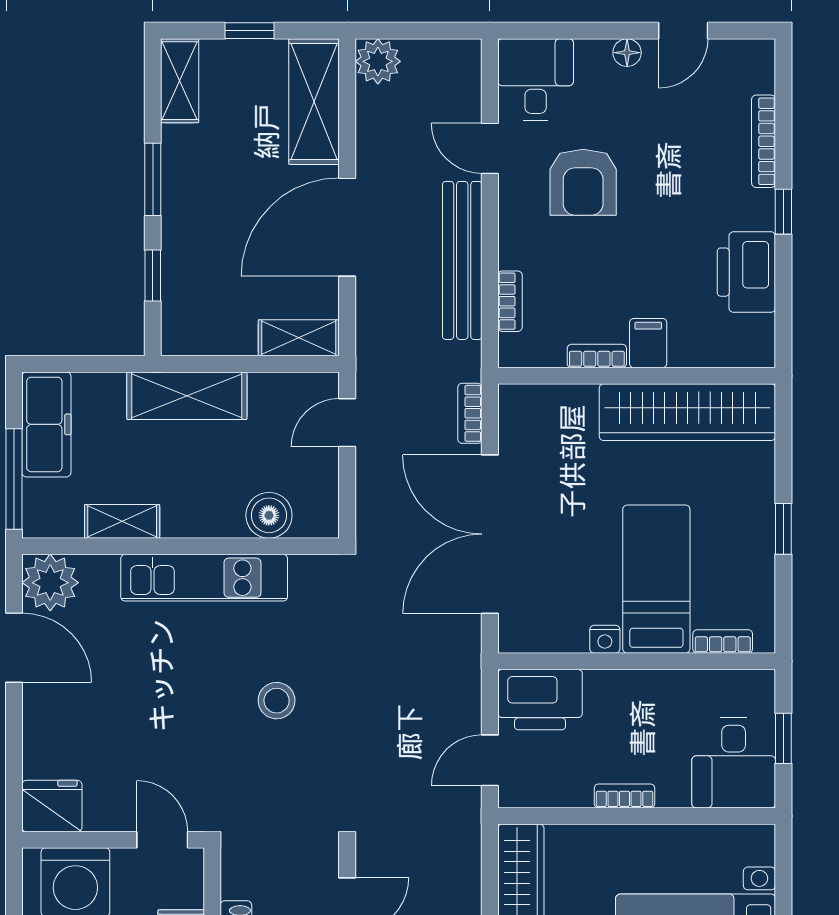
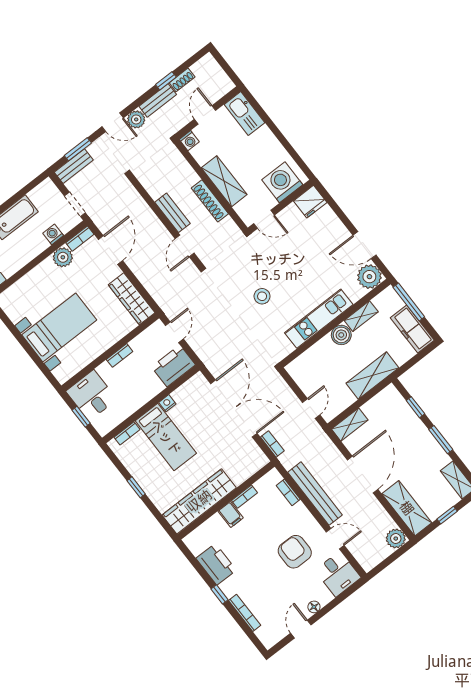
boiler: (269, 515) -> (341, 335), moved

